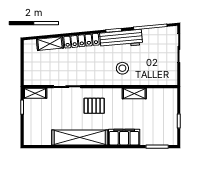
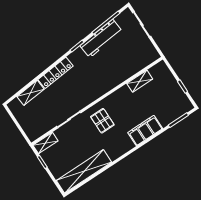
workbench: (121, 39) -> (101, 39), moved
stool: (122, 68) -> (105, 73), removed
shelving: (134, 93) -> (140, 81), moved
pallet: (94, 106) -> (102, 121), turned 90
shelving: (80, 137) -> (84, 171), moved

